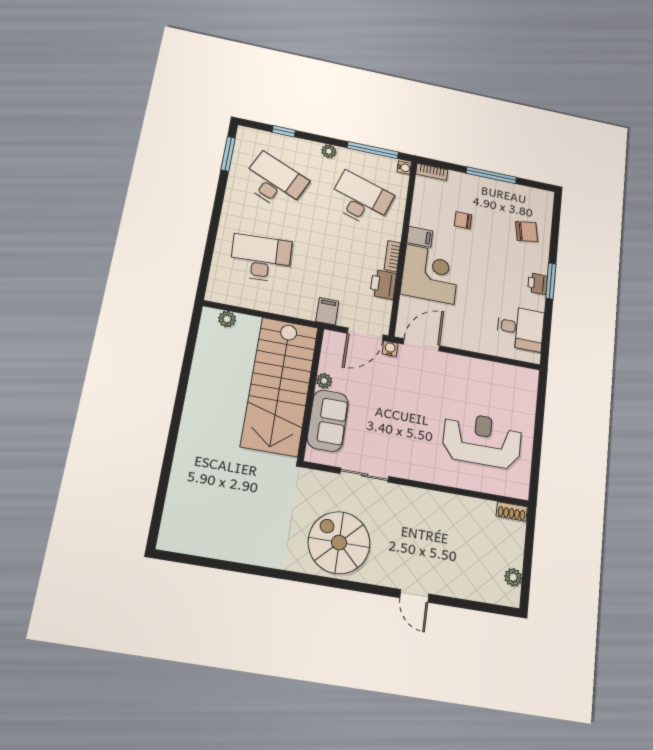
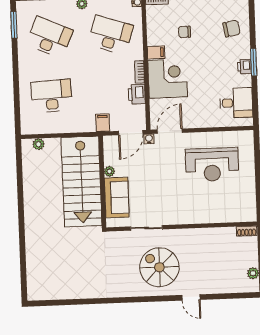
reception desk: (482, 440) -> (212, 165), moved, turned 180
spiral stairs: (339, 543) -> (159, 267), moved

